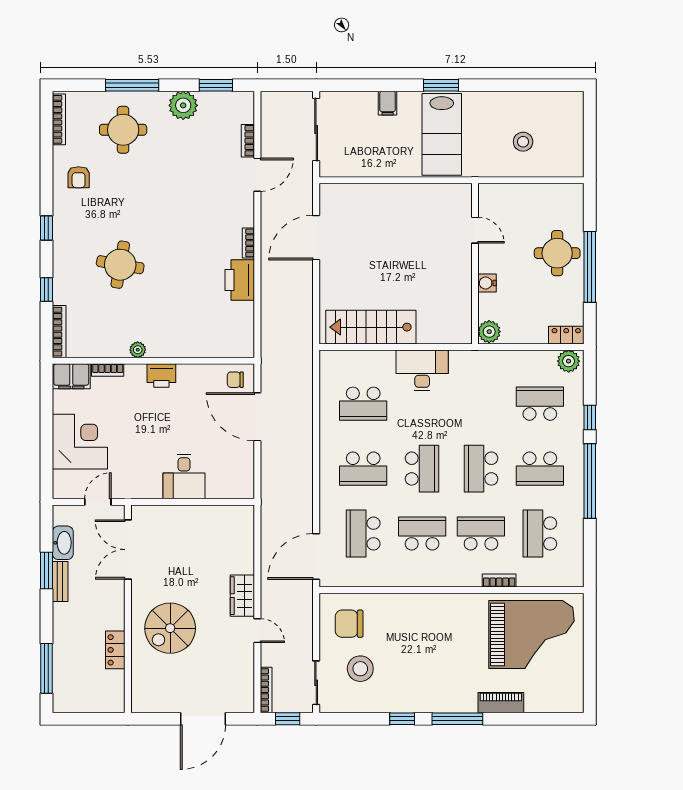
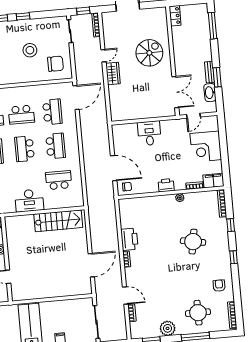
door: (257, 175) -> (125, 295), swing flipped
school desk: (363, 469) -> (56, 146), turned 90
door: (257, 631) -> (103, 56), swing flipped
locker: (115, 650) -> (175, 16), moved
stool: (360, 669) -> (30, 50), moved

